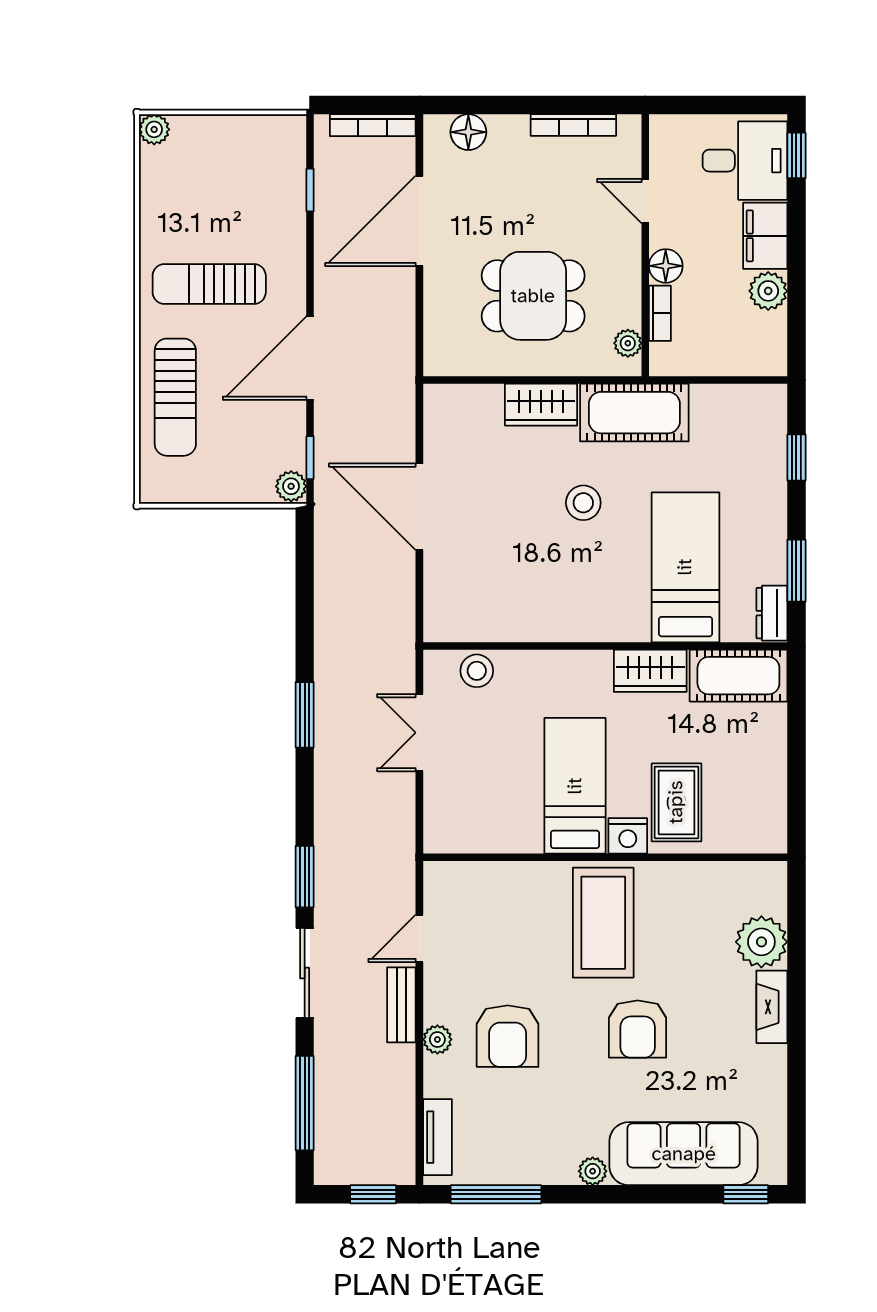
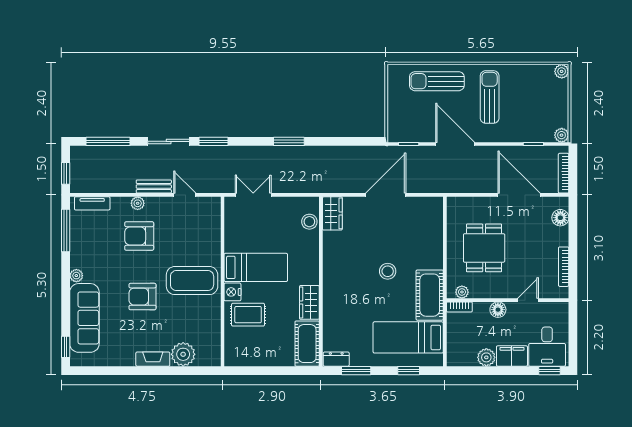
bookcase: (660, 313) -> (459, 307), moved
wardrobe: (541, 405) -> (332, 213), moved, turned 180
plant: (291, 486) -> (562, 135), moved
bed: (685, 567) -> (408, 337), moved, turned 180
double door: (419, 733) -> (253, 195), moved

